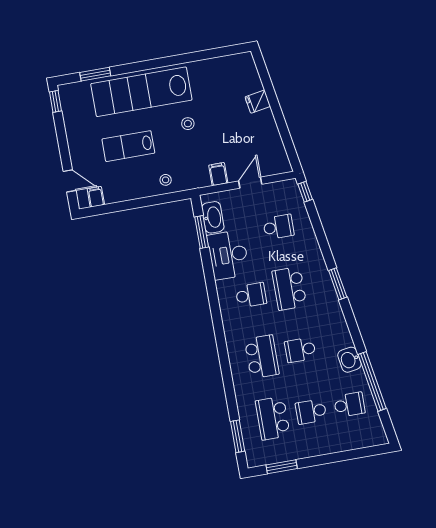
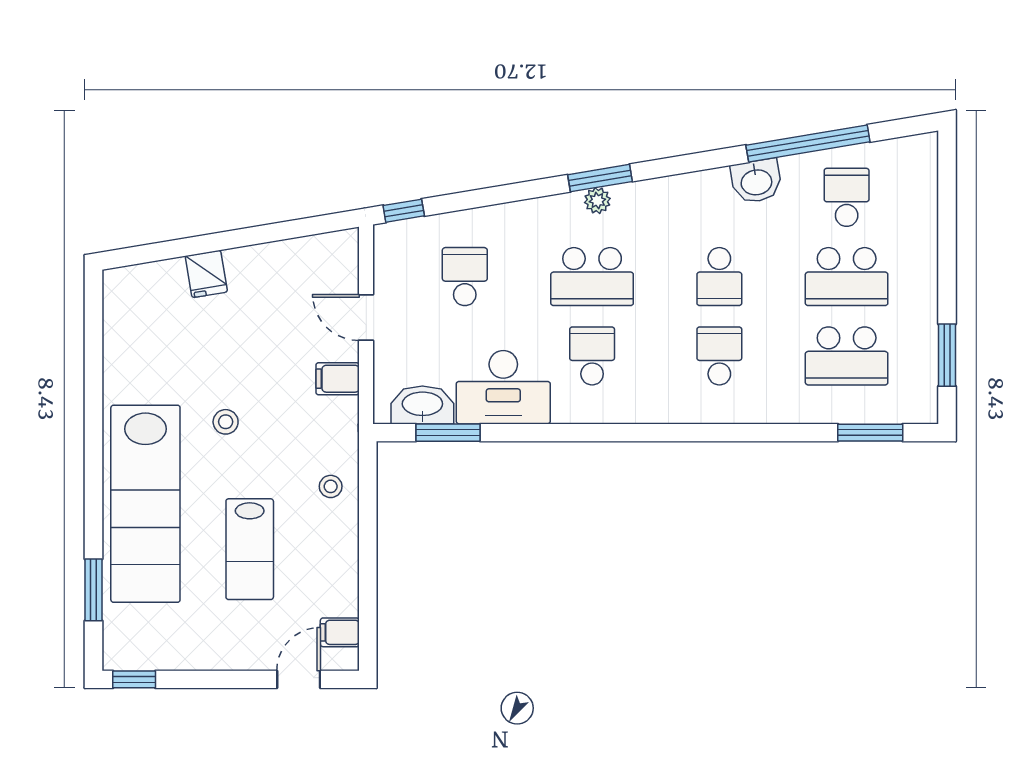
plant: (327, 284) -> (597, 201), added
school desk: (262, 357) -> (719, 356), width x0.54
school desk: (311, 411) -> (847, 277), width x1.85

